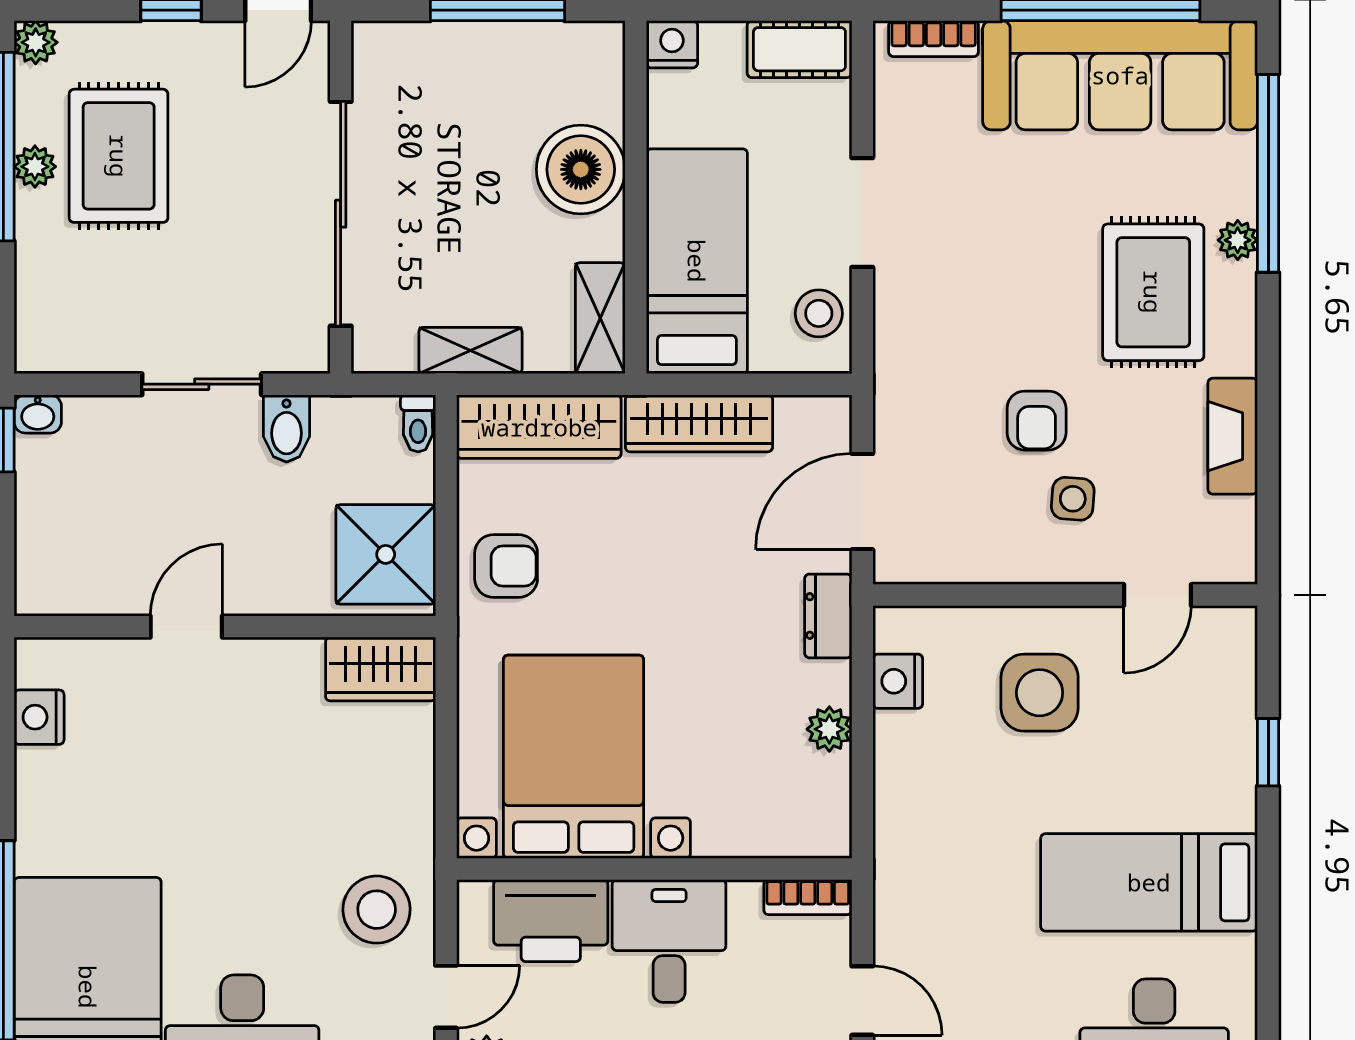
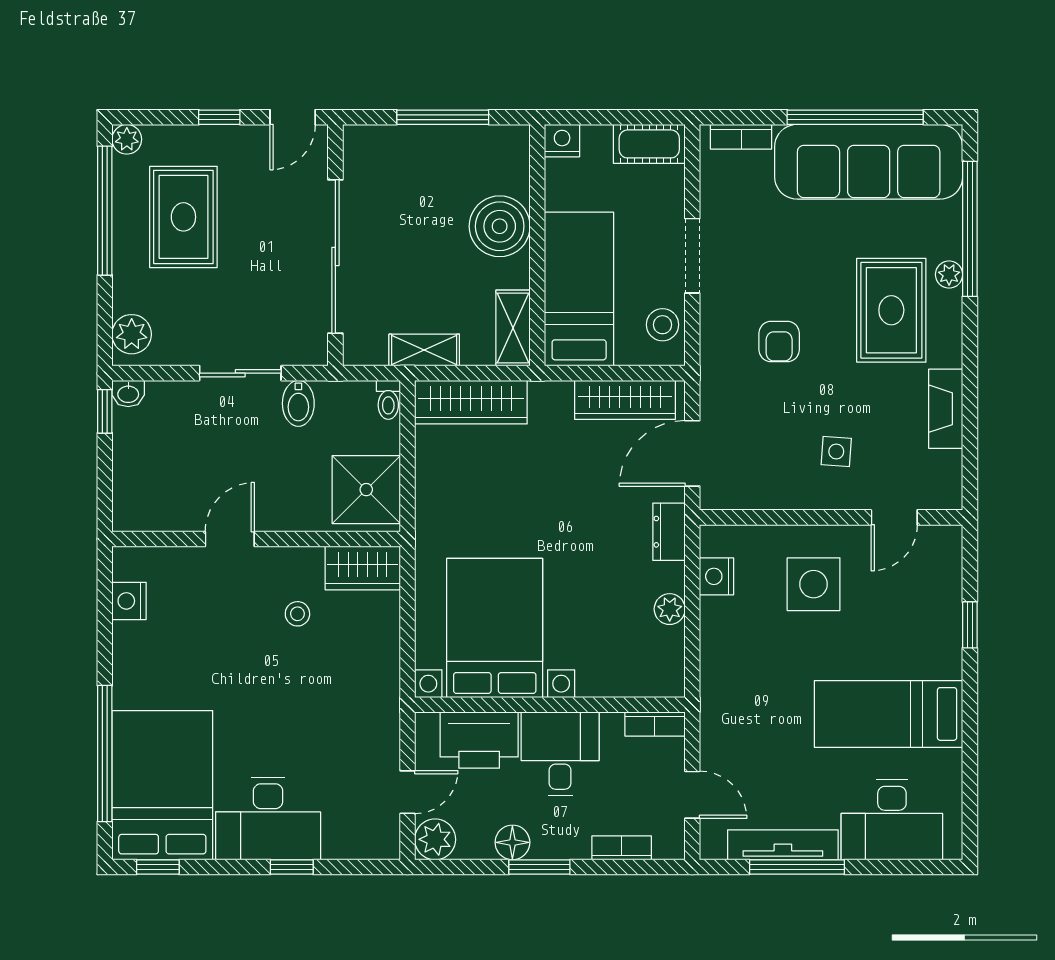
plant: (35, 167) -> (132, 334), moved, width x1.38, depth x1.38
armchair: (1037, 421) -> (779, 342), moved
wardrobe: (699, 423) -> (625, 400), moved
armchair: (506, 566) -> (449, 498), removed
stool: (377, 910) -> (297, 614), moved, width x0.53, depth x0.53

